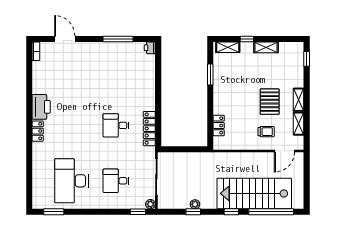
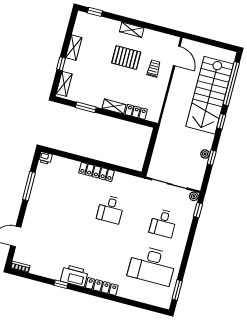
window: (29, 96) -> (61, 284), added
shelving: (299, 124) -> (114, 106), moved
locker: (149, 129) -> (96, 172), moved
locker: (38, 131) -> (102, 286), width x1.53

